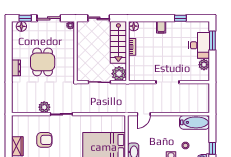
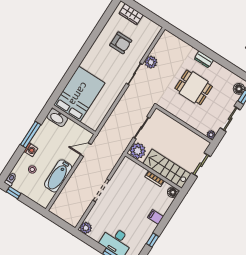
plant: (204, 65) -> (86, 228), moved
door: (144, 114) -> (86, 150), hinge flipped
bathtub: (195, 122) -> (58, 176), moved
armchair: (44, 140) -> (121, 43), turned -90

